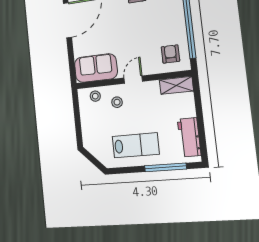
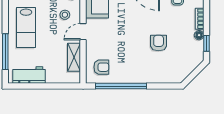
door: (133, 80) -> (83, 32), swing flipped
shelving: (176, 85) -> (74, 57), moved

